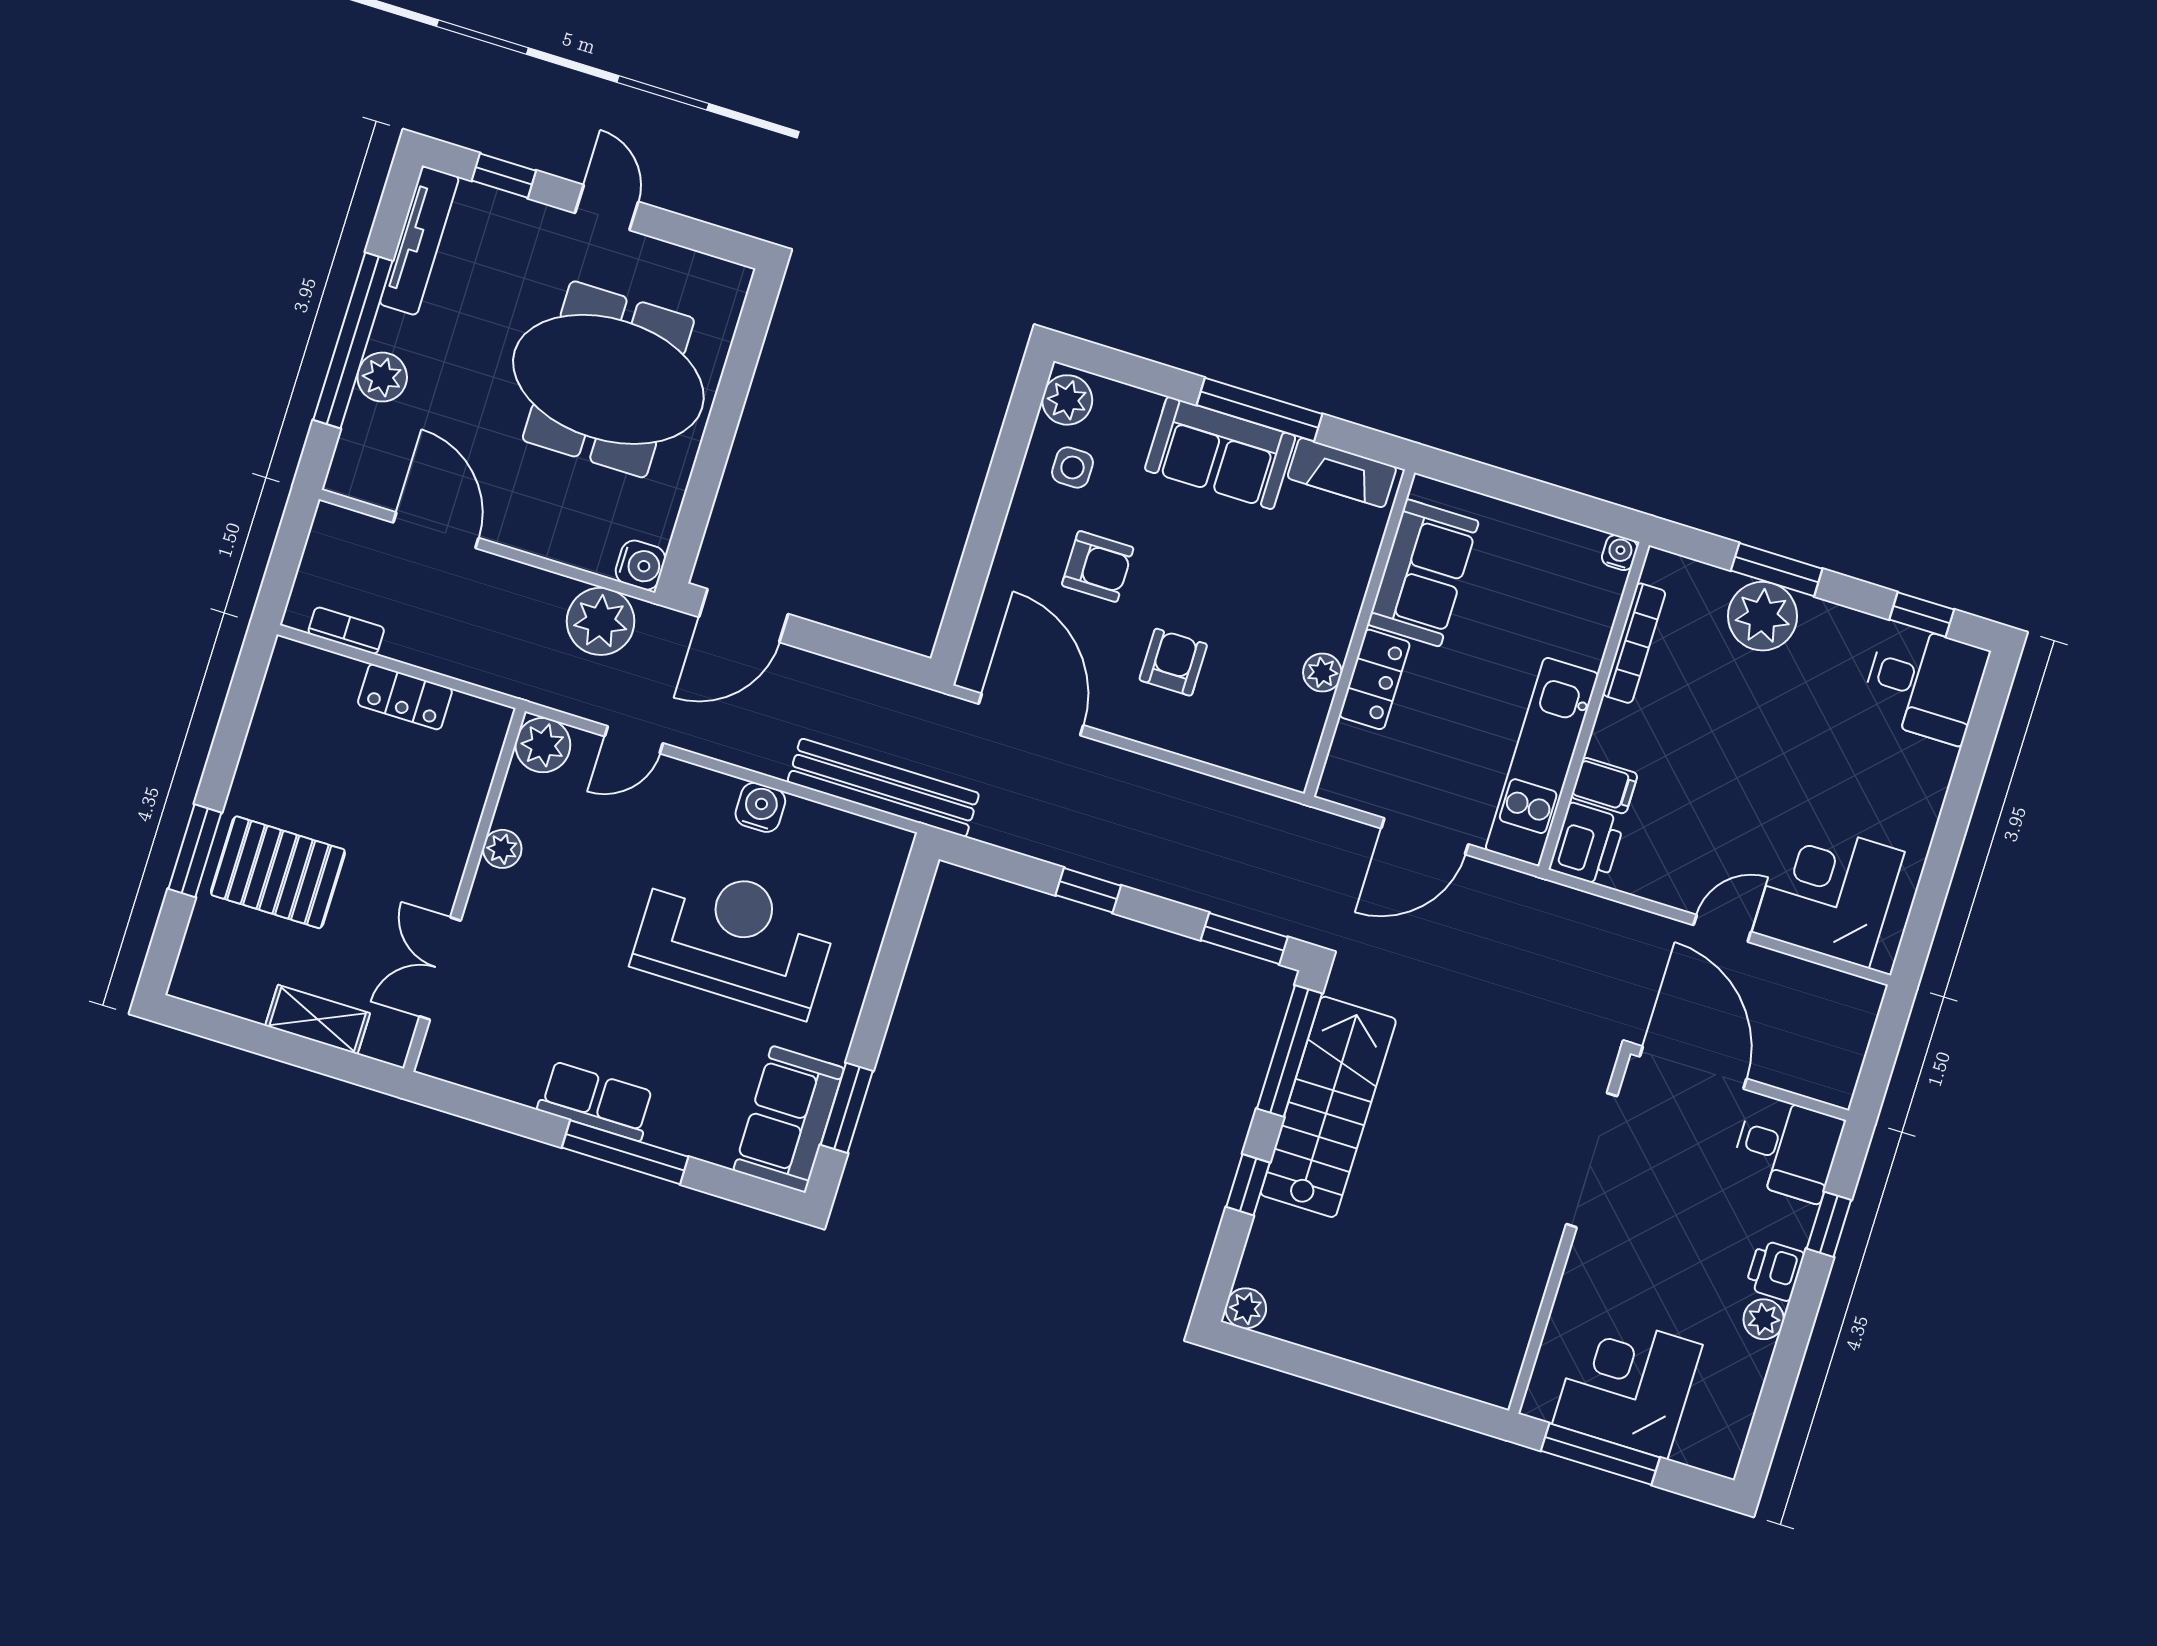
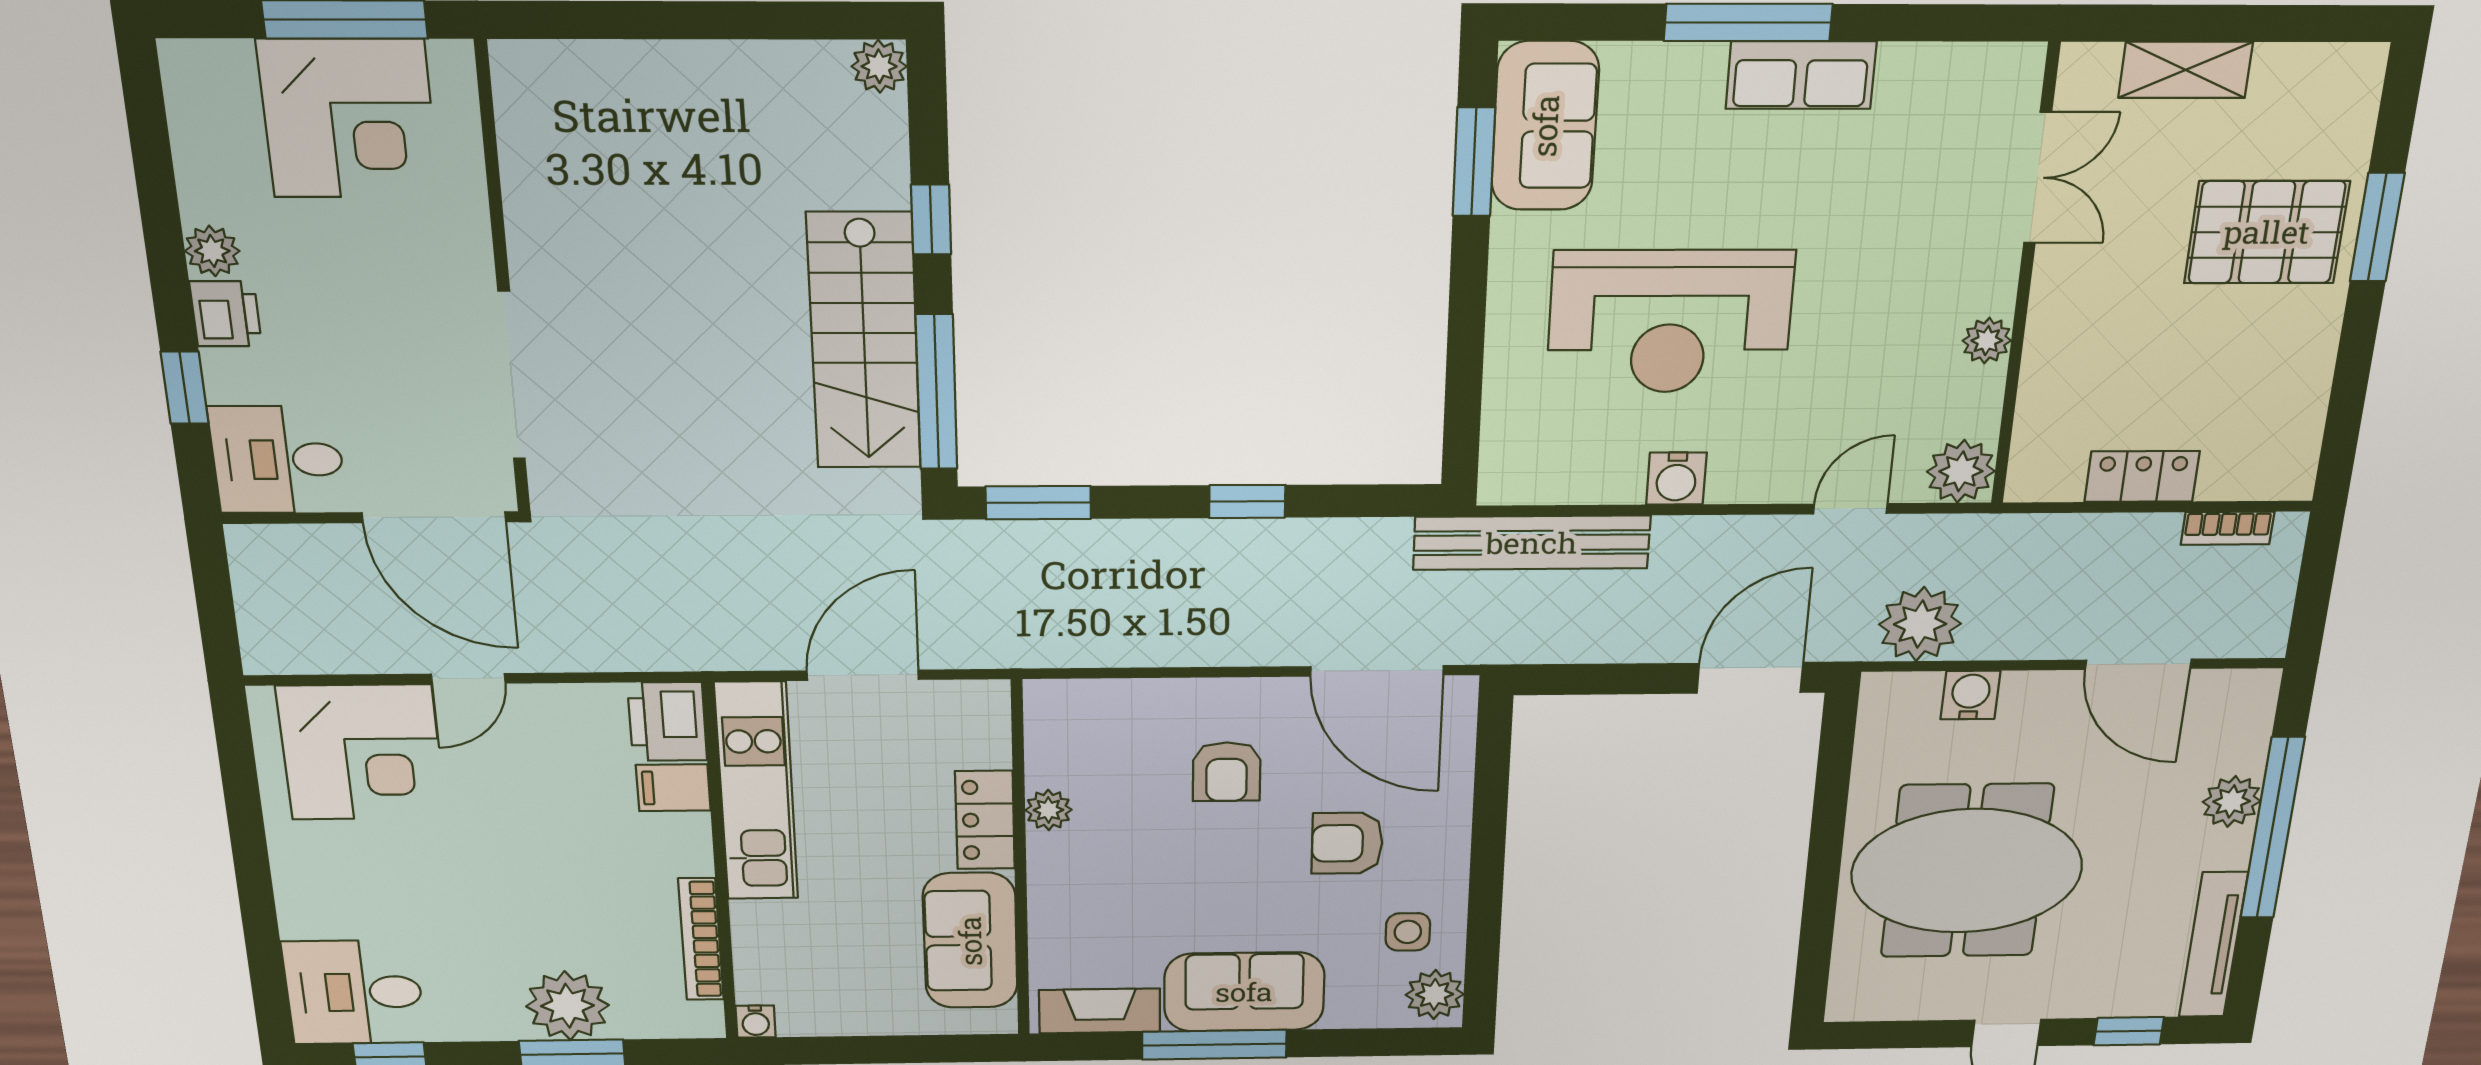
water cooler: (640, 565) -> (1970, 695), moved, turned 90

